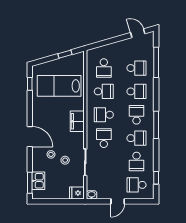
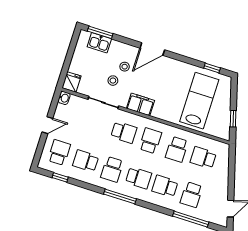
school desk: (136, 91) -> (165, 186), turned 90
filing cabinet: (77, 121) -> (140, 104), moved
door: (118, 201) -> (47, 125), swing flipped

